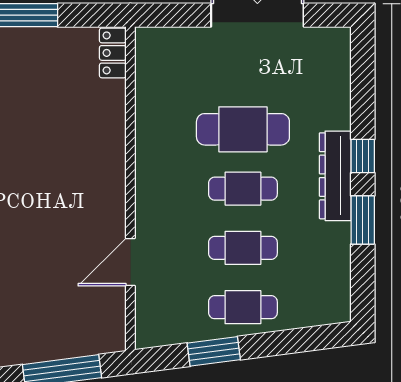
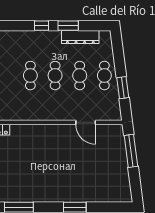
cafe table: (243, 129) -> (30, 76), width x0.73, depth x0.74
dresser: (335, 176) -> (80, 37), moved

